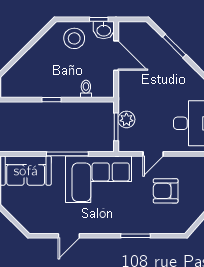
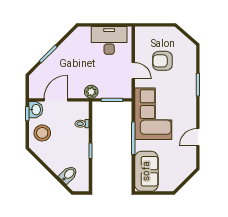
bidet: (21, 72) -> (68, 175), added
plant: (126, 119) -> (91, 92), moved
armchair: (166, 191) -> (162, 61), turned 90
door: (69, 236) -> (198, 137), swing flipped

